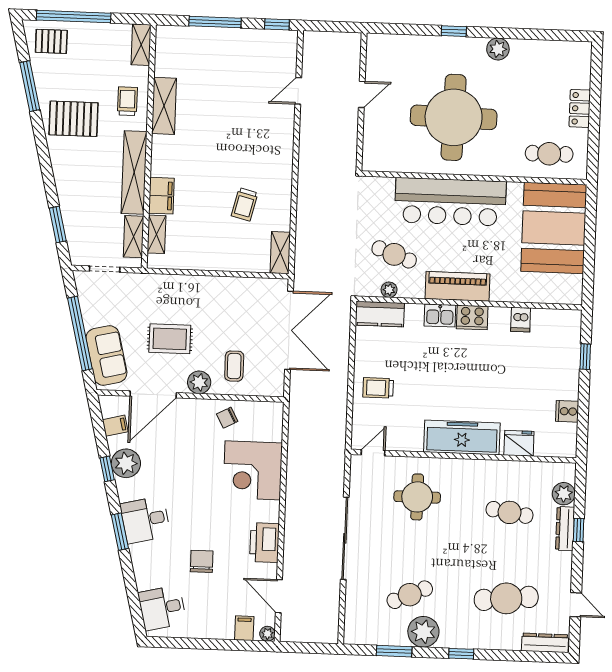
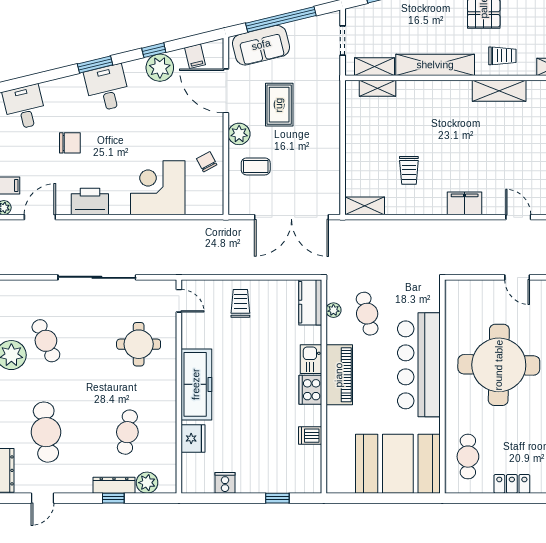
filing cabinet: (161, 196) -> (465, 203), moved, turned 180
trolley: (245, 204) -> (409, 170), turned -104
cafe table: (394, 254) -> (367, 314), turned -33

